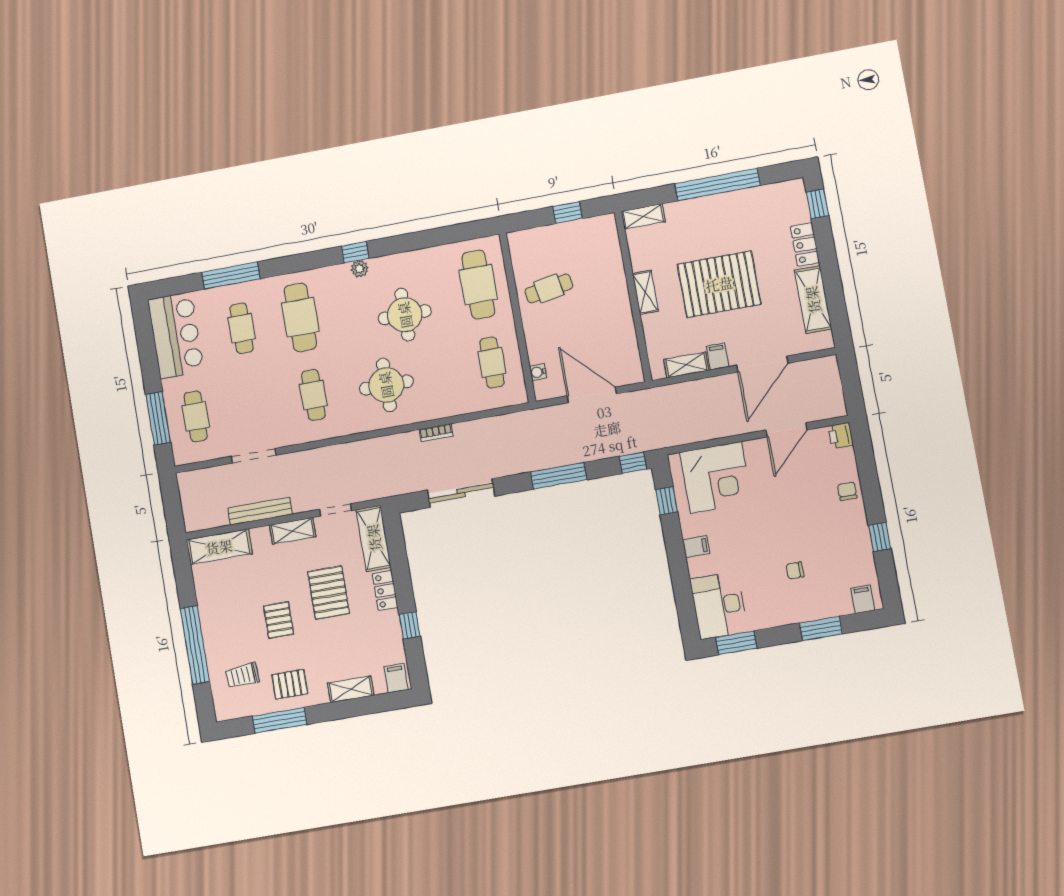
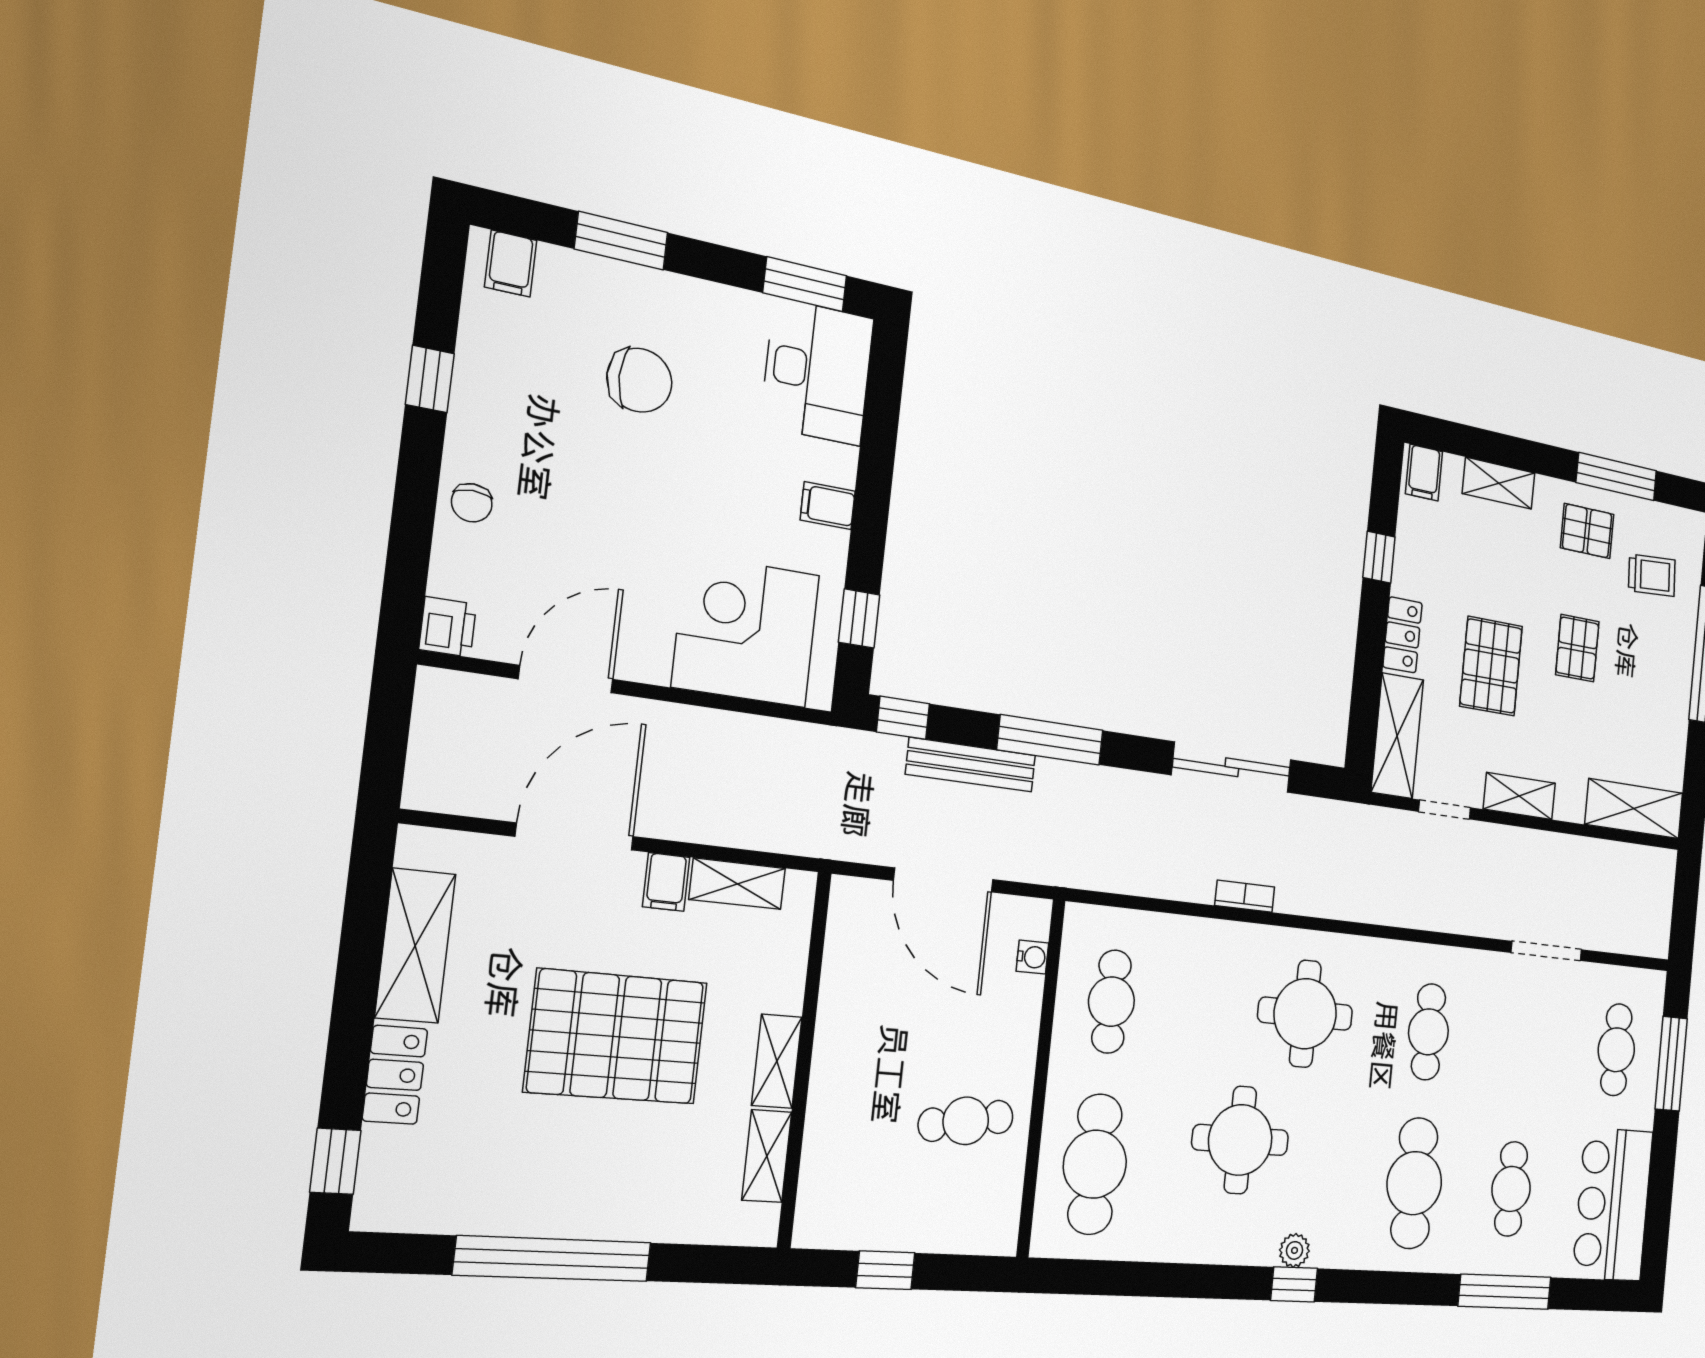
shelving: (643, 216) -> (767, 1156), moved, turned 90
bench: (260, 511) -> (971, 765), moved
chair: (795, 570) -> (639, 380), width x1.87, depth x1.87

